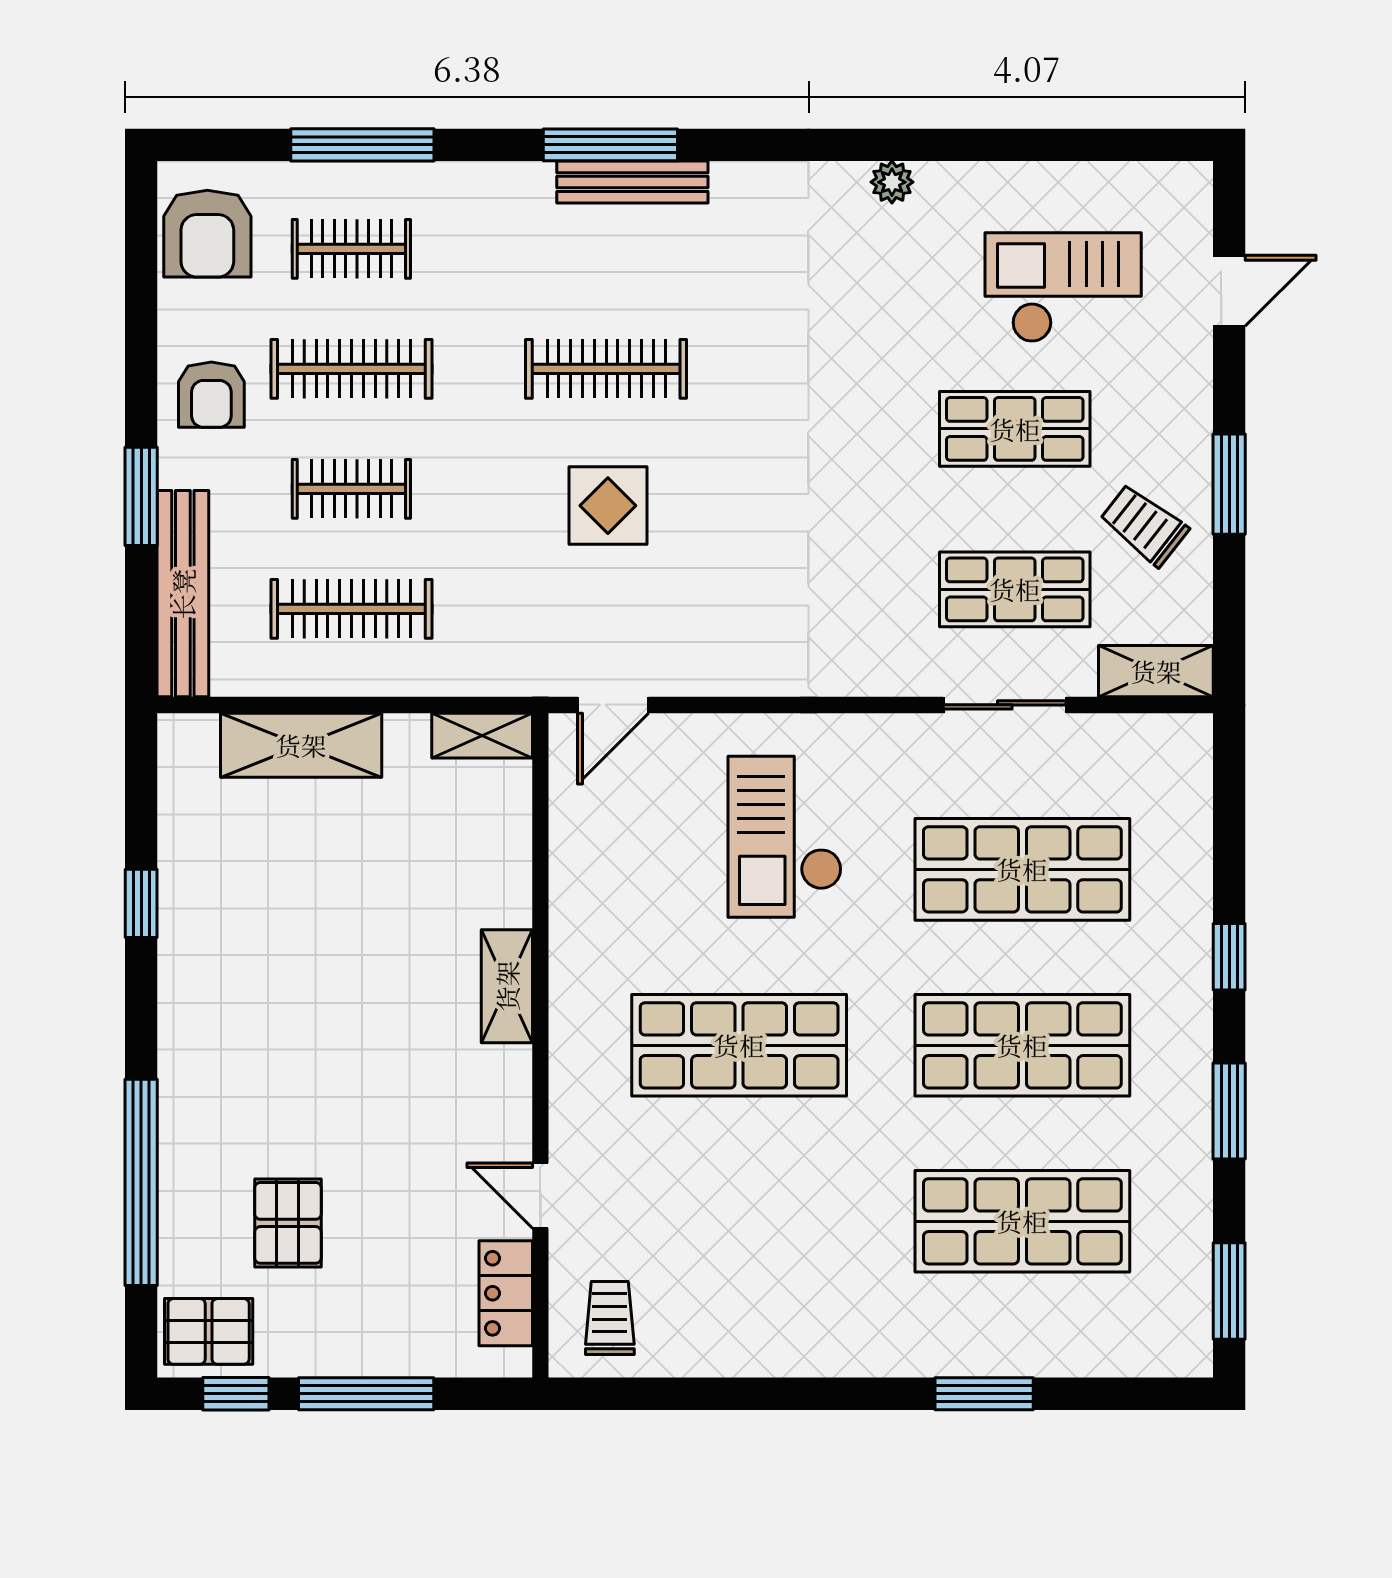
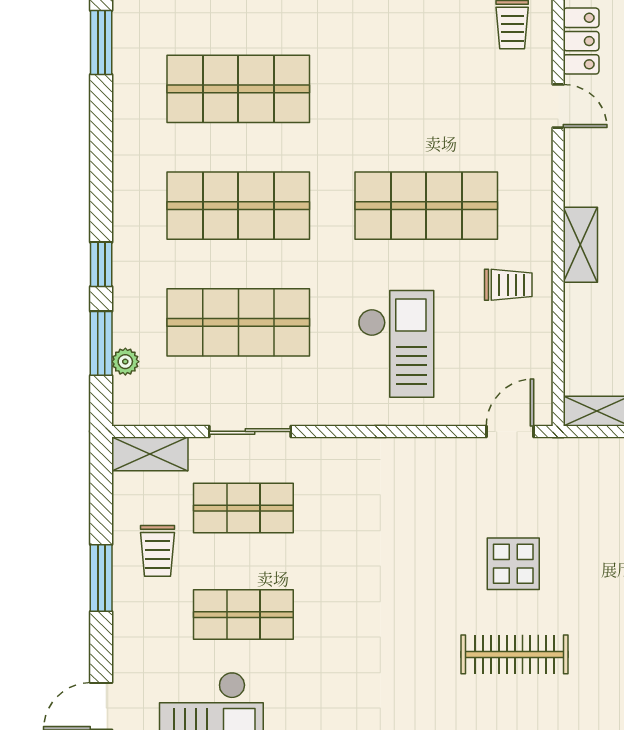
trolley: (1144, 525) -> (158, 551), turned 52
plant: (1193, 810) -> (125, 362), added
trolley: (616, 926) -> (508, 285), added
window: (1229, 1111) -> (101, 343), moved

